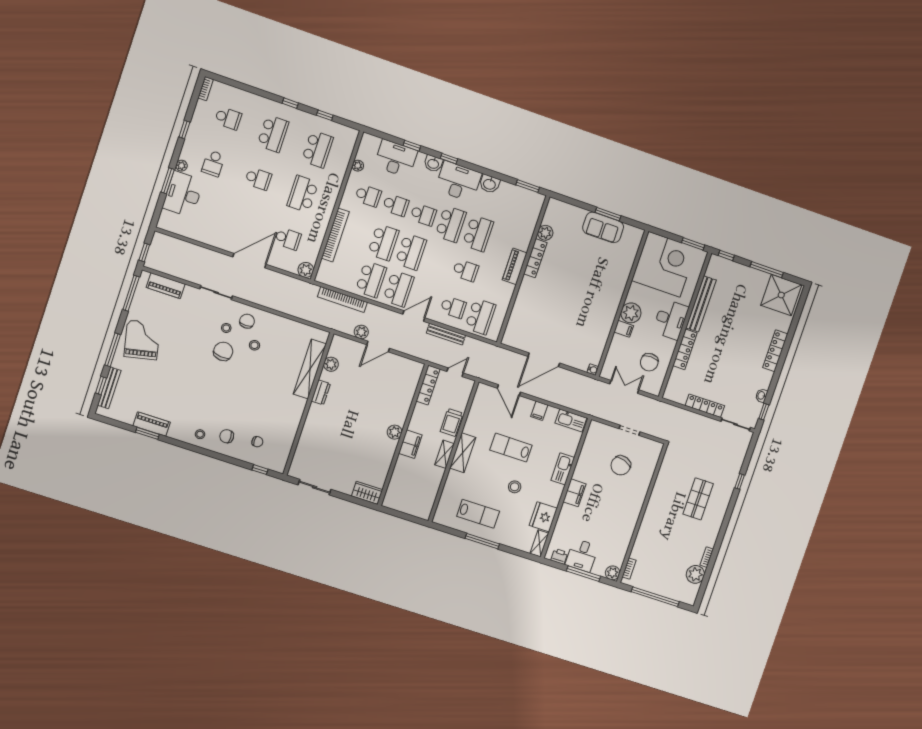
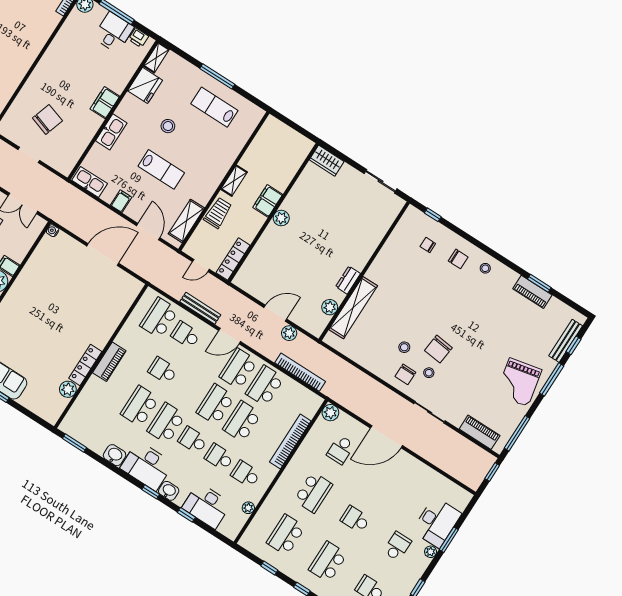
school desk: (288, 239) -> (341, 450), turned -90
shelving: (463, 453) -> (186, 221), moved

